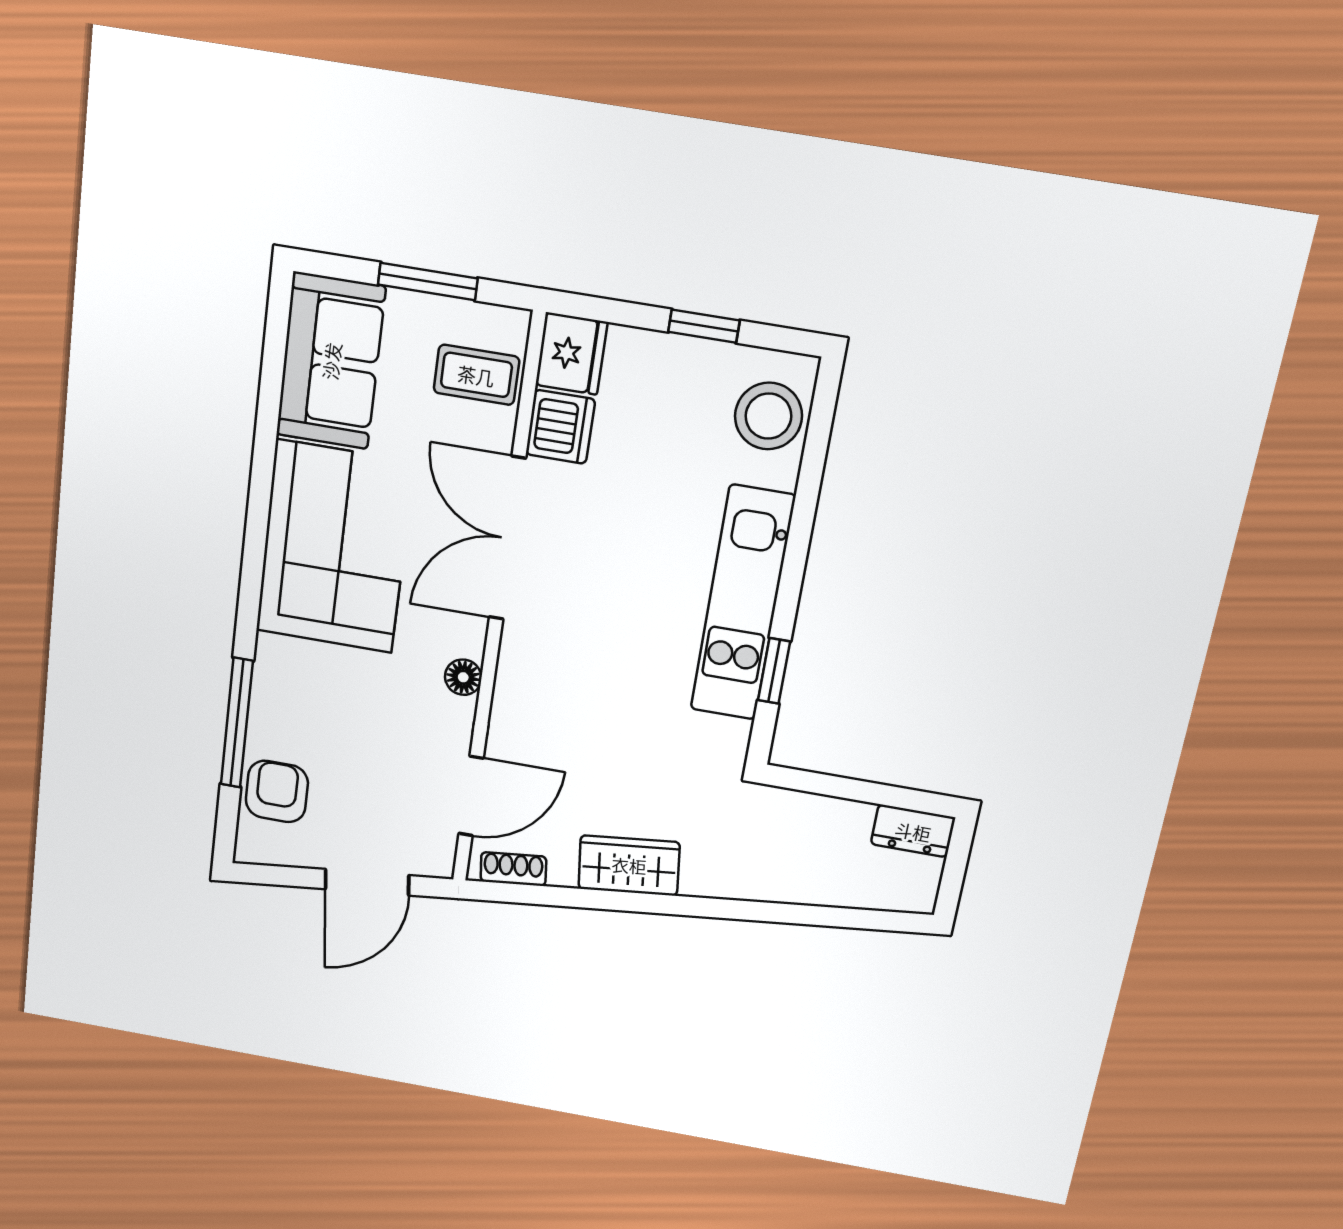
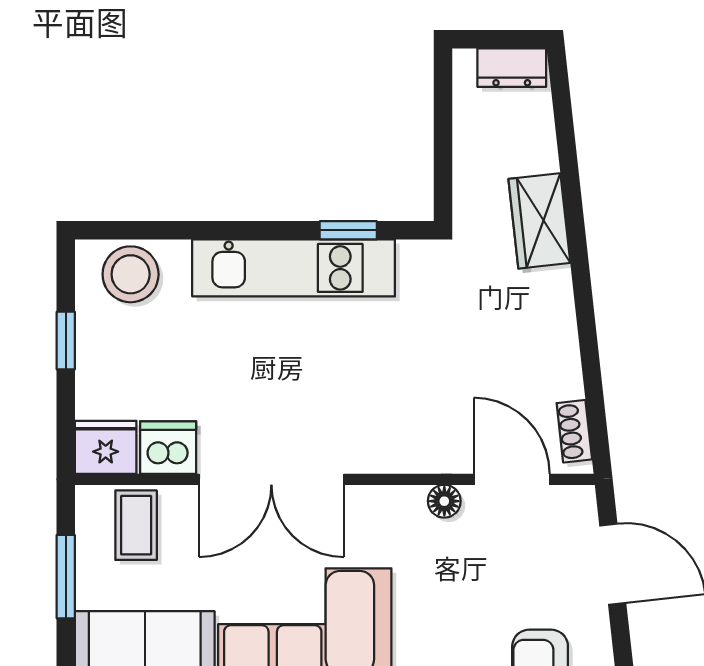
floor lamp: (463, 677) -> (444, 501), moved
dresser: (913, 831) -> (512, 68), moved, turned 90
wardrobe: (629, 865) -> (539, 221), moved

